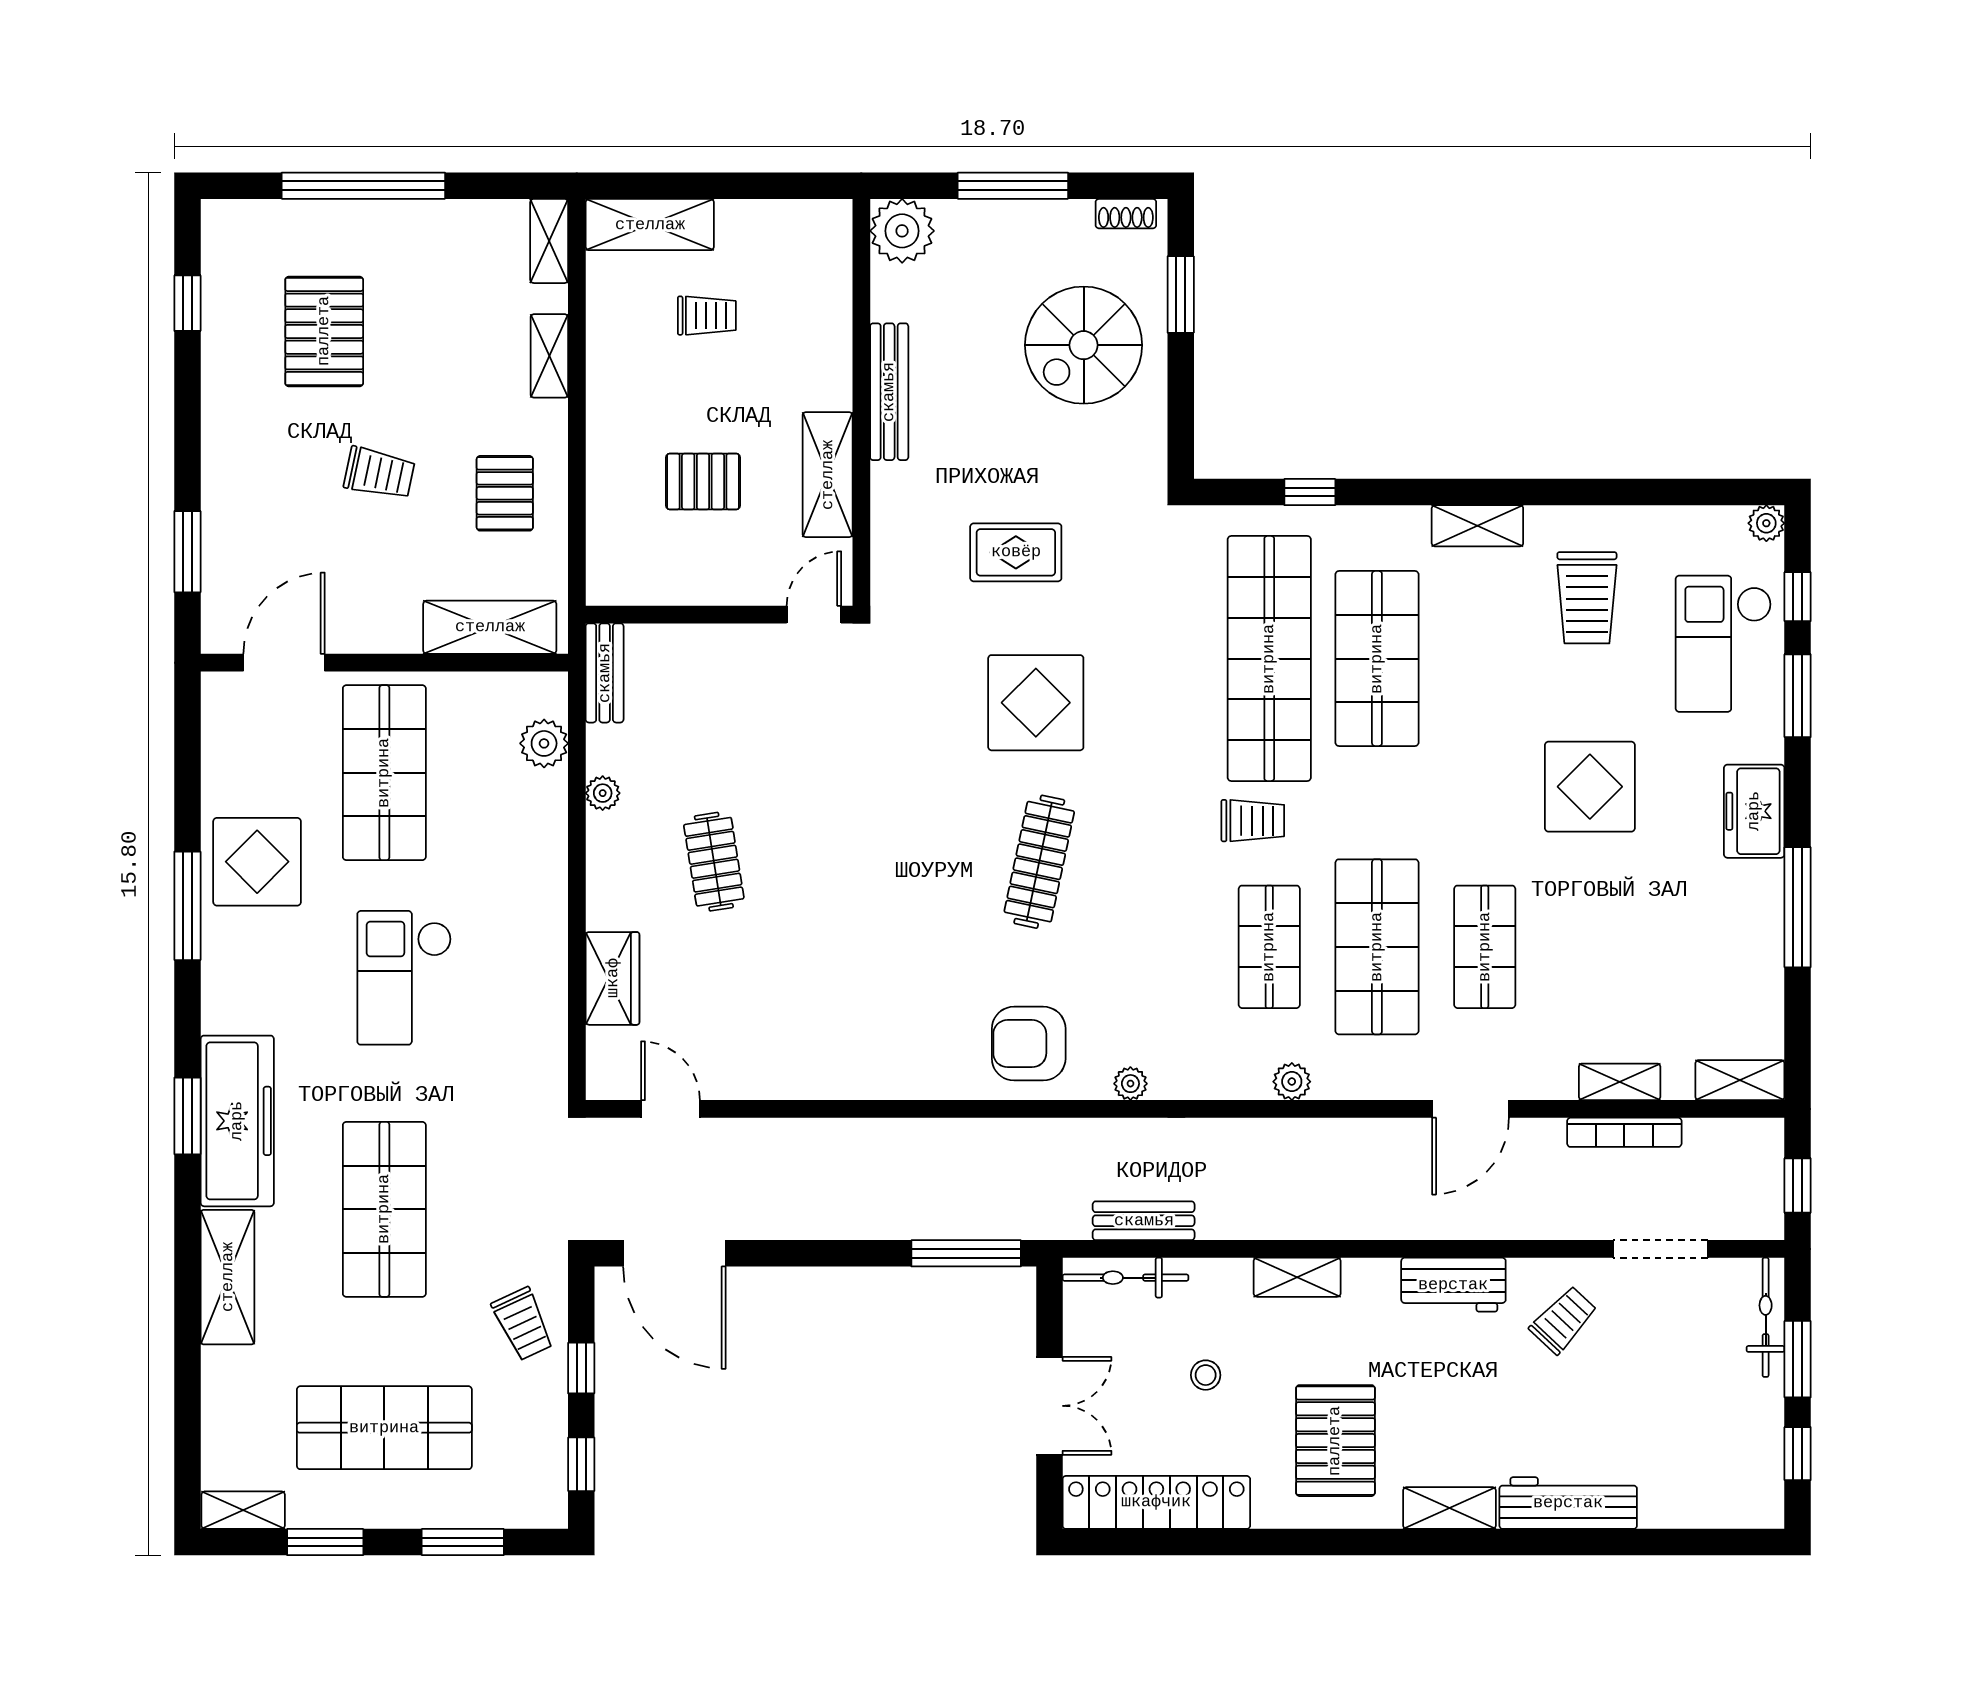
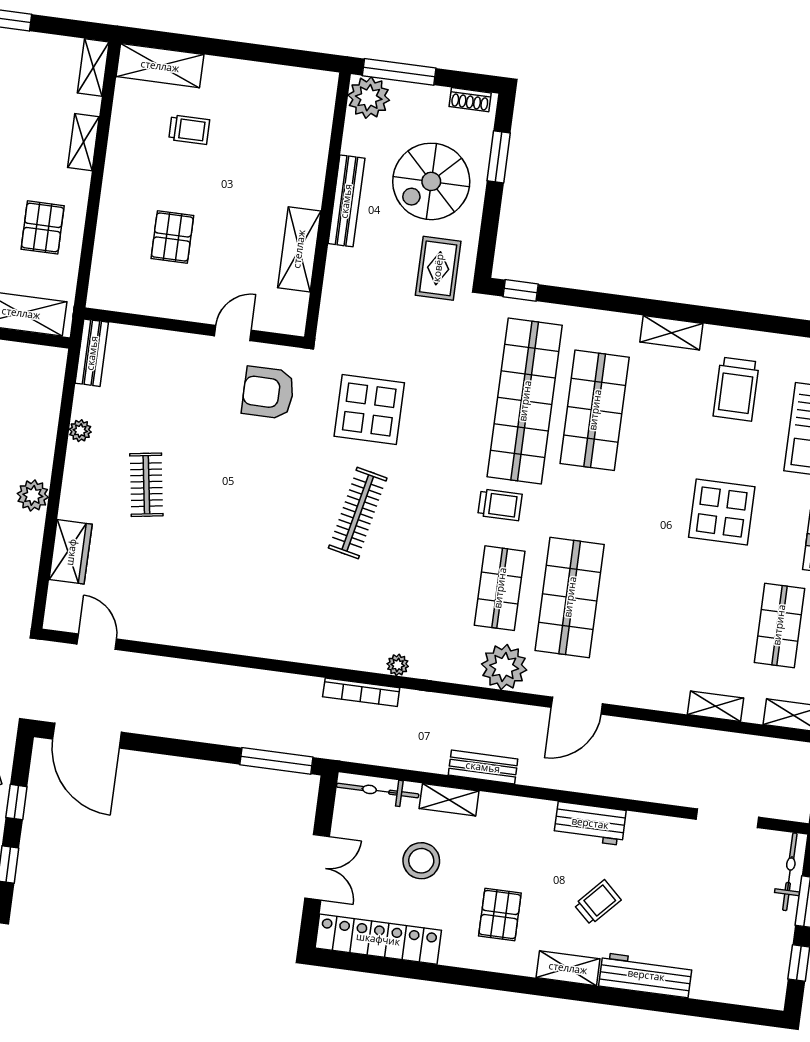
plant: (902, 231) -> (369, 98), moved
bench: (889, 392) -> (346, 201), moved
wall: (861, 402) -> (327, 205), moved
shelving: (828, 475) -> (299, 249), moved
pallet: (703, 482) -> (172, 237), turned 90
window: (1310, 492) -> (521, 290), moved
rug: (1016, 552) -> (438, 268), moved, turned 90
plant: (544, 743) -> (33, 495), moved
shop shelf: (1485, 947) -> (779, 625), moved
armchair: (1029, 1044) -> (268, 393), moved
plant: (1292, 1082) -> (504, 667), width x1.88, depth x1.88
door: (1471, 1109) -> (577, 706), moved
bookcase: (1624, 1132) -> (361, 692), moved
bench: (1144, 1221) -> (483, 767), moved
shelving: (1297, 1277) -> (449, 800), moved
trolley: (1563, 1320) -> (598, 902), moved
stool: (1206, 1375) -> (421, 861), width x1.89, depth x1.89
pallet: (1335, 1441) -> (500, 914), width x0.67, depth x0.71

